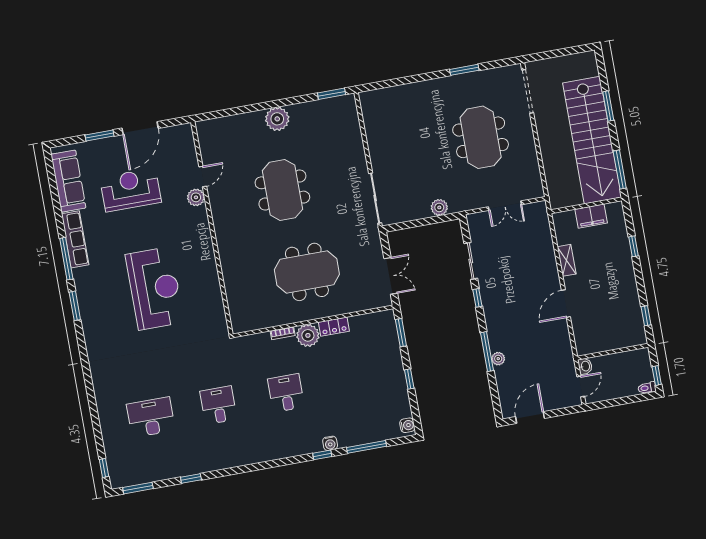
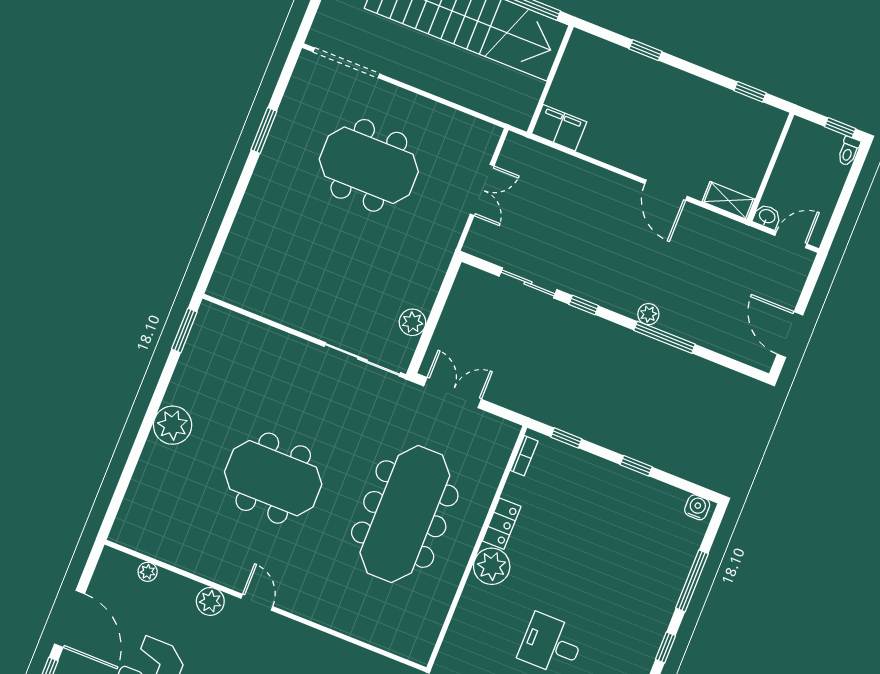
plant: (191, 154) -> (148, 572), added
door: (203, 177) -> (257, 602), moved
plant: (439, 207) -> (412, 322), moved
filing cabinet: (591, 216) -> (559, 128), moved, turned -90
shelving: (567, 260) -> (729, 201), moved
meeting table: (307, 272) -> (405, 514), width x1.36
double door: (391, 276) -> (453, 393), moved
bookcase: (283, 333) -> (524, 456), moved
window: (401, 333) -> (566, 438), width x0.67
plant: (498, 359) -> (648, 314), moved
door: (581, 386) -> (791, 240), hinge flipped
water cooler: (330, 443) -> (656, 627), removed

